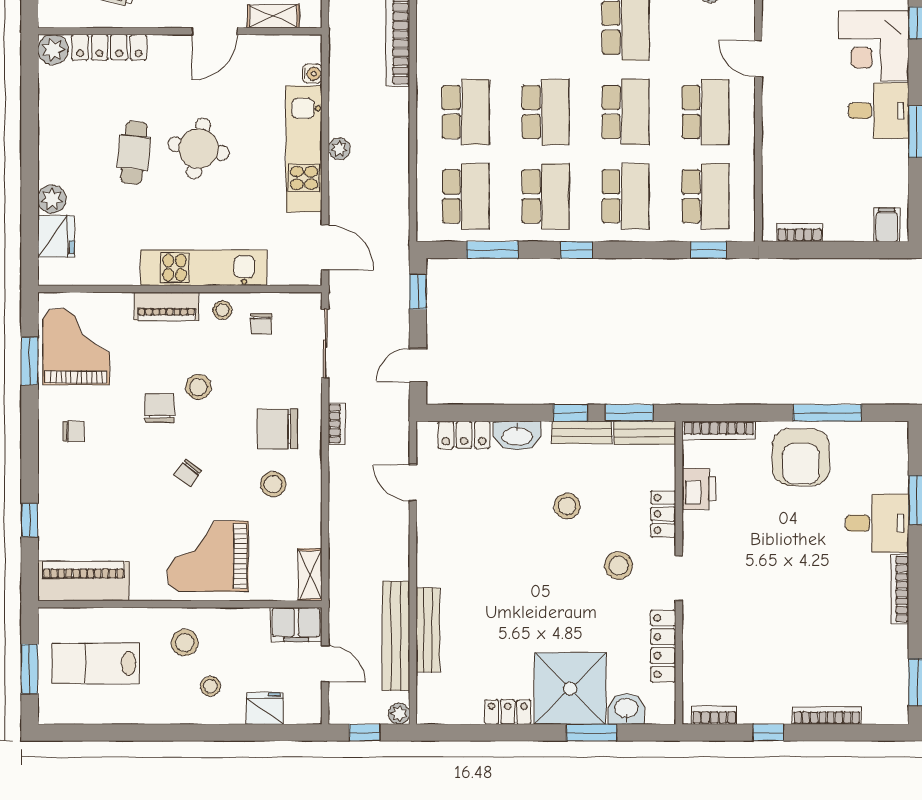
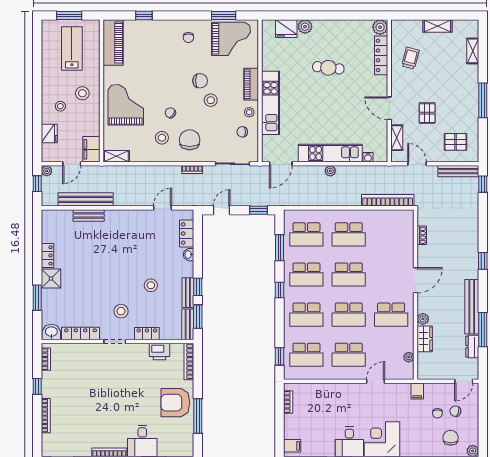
round table: (199, 149) -> (330, 100), removed
door: (418, 365) -> (222, 210), hinge flipped
washbasin: (517, 436) -> (189, 255), width x0.52, depth x0.69
chair: (188, 473) -> (170, 113), moved
bench: (428, 630) -> (89, 215), width x0.73
shower: (570, 688) -> (51, 278), width x0.54, depth x0.54
washbasin: (626, 709) -> (51, 332), moved, turned -90
plant: (399, 714) -> (47, 171), moved

